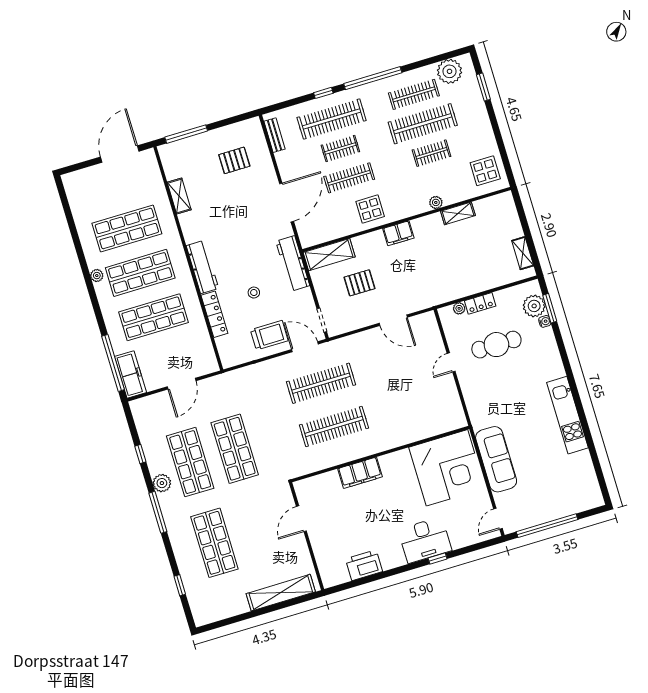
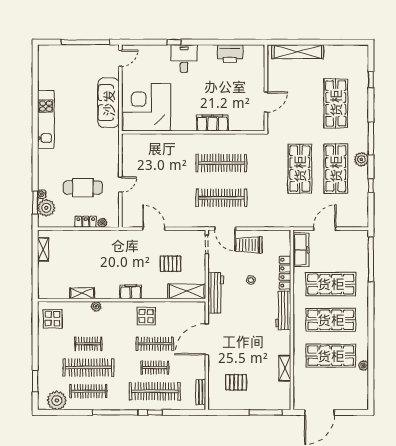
plant: (97, 276) -> (364, 366), moved
freezer: (130, 375) -> (301, 250), moved, turned 180
desk: (425, 540) -> (184, 59), width x0.73

